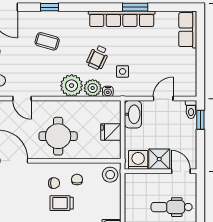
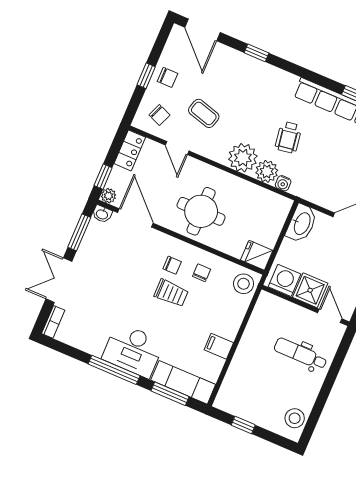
coffee table: (47, 41) -> (204, 113), moved
wheelchair: (98, 57) -> (288, 137), turned -34
side table: (123, 71) -> (311, 167), removed
fridge: (111, 132) -> (257, 255), moved
trolley: (62, 203) -> (171, 293), turned 180

